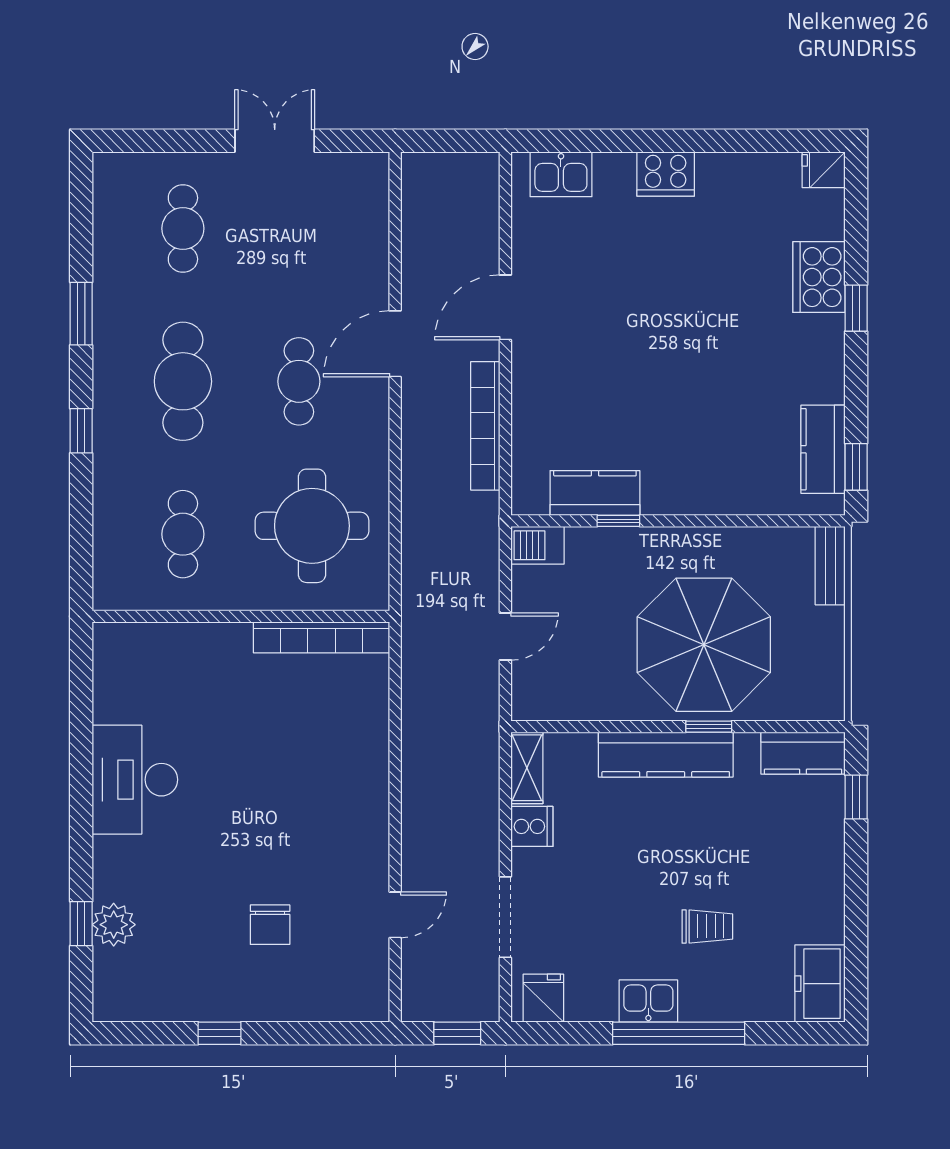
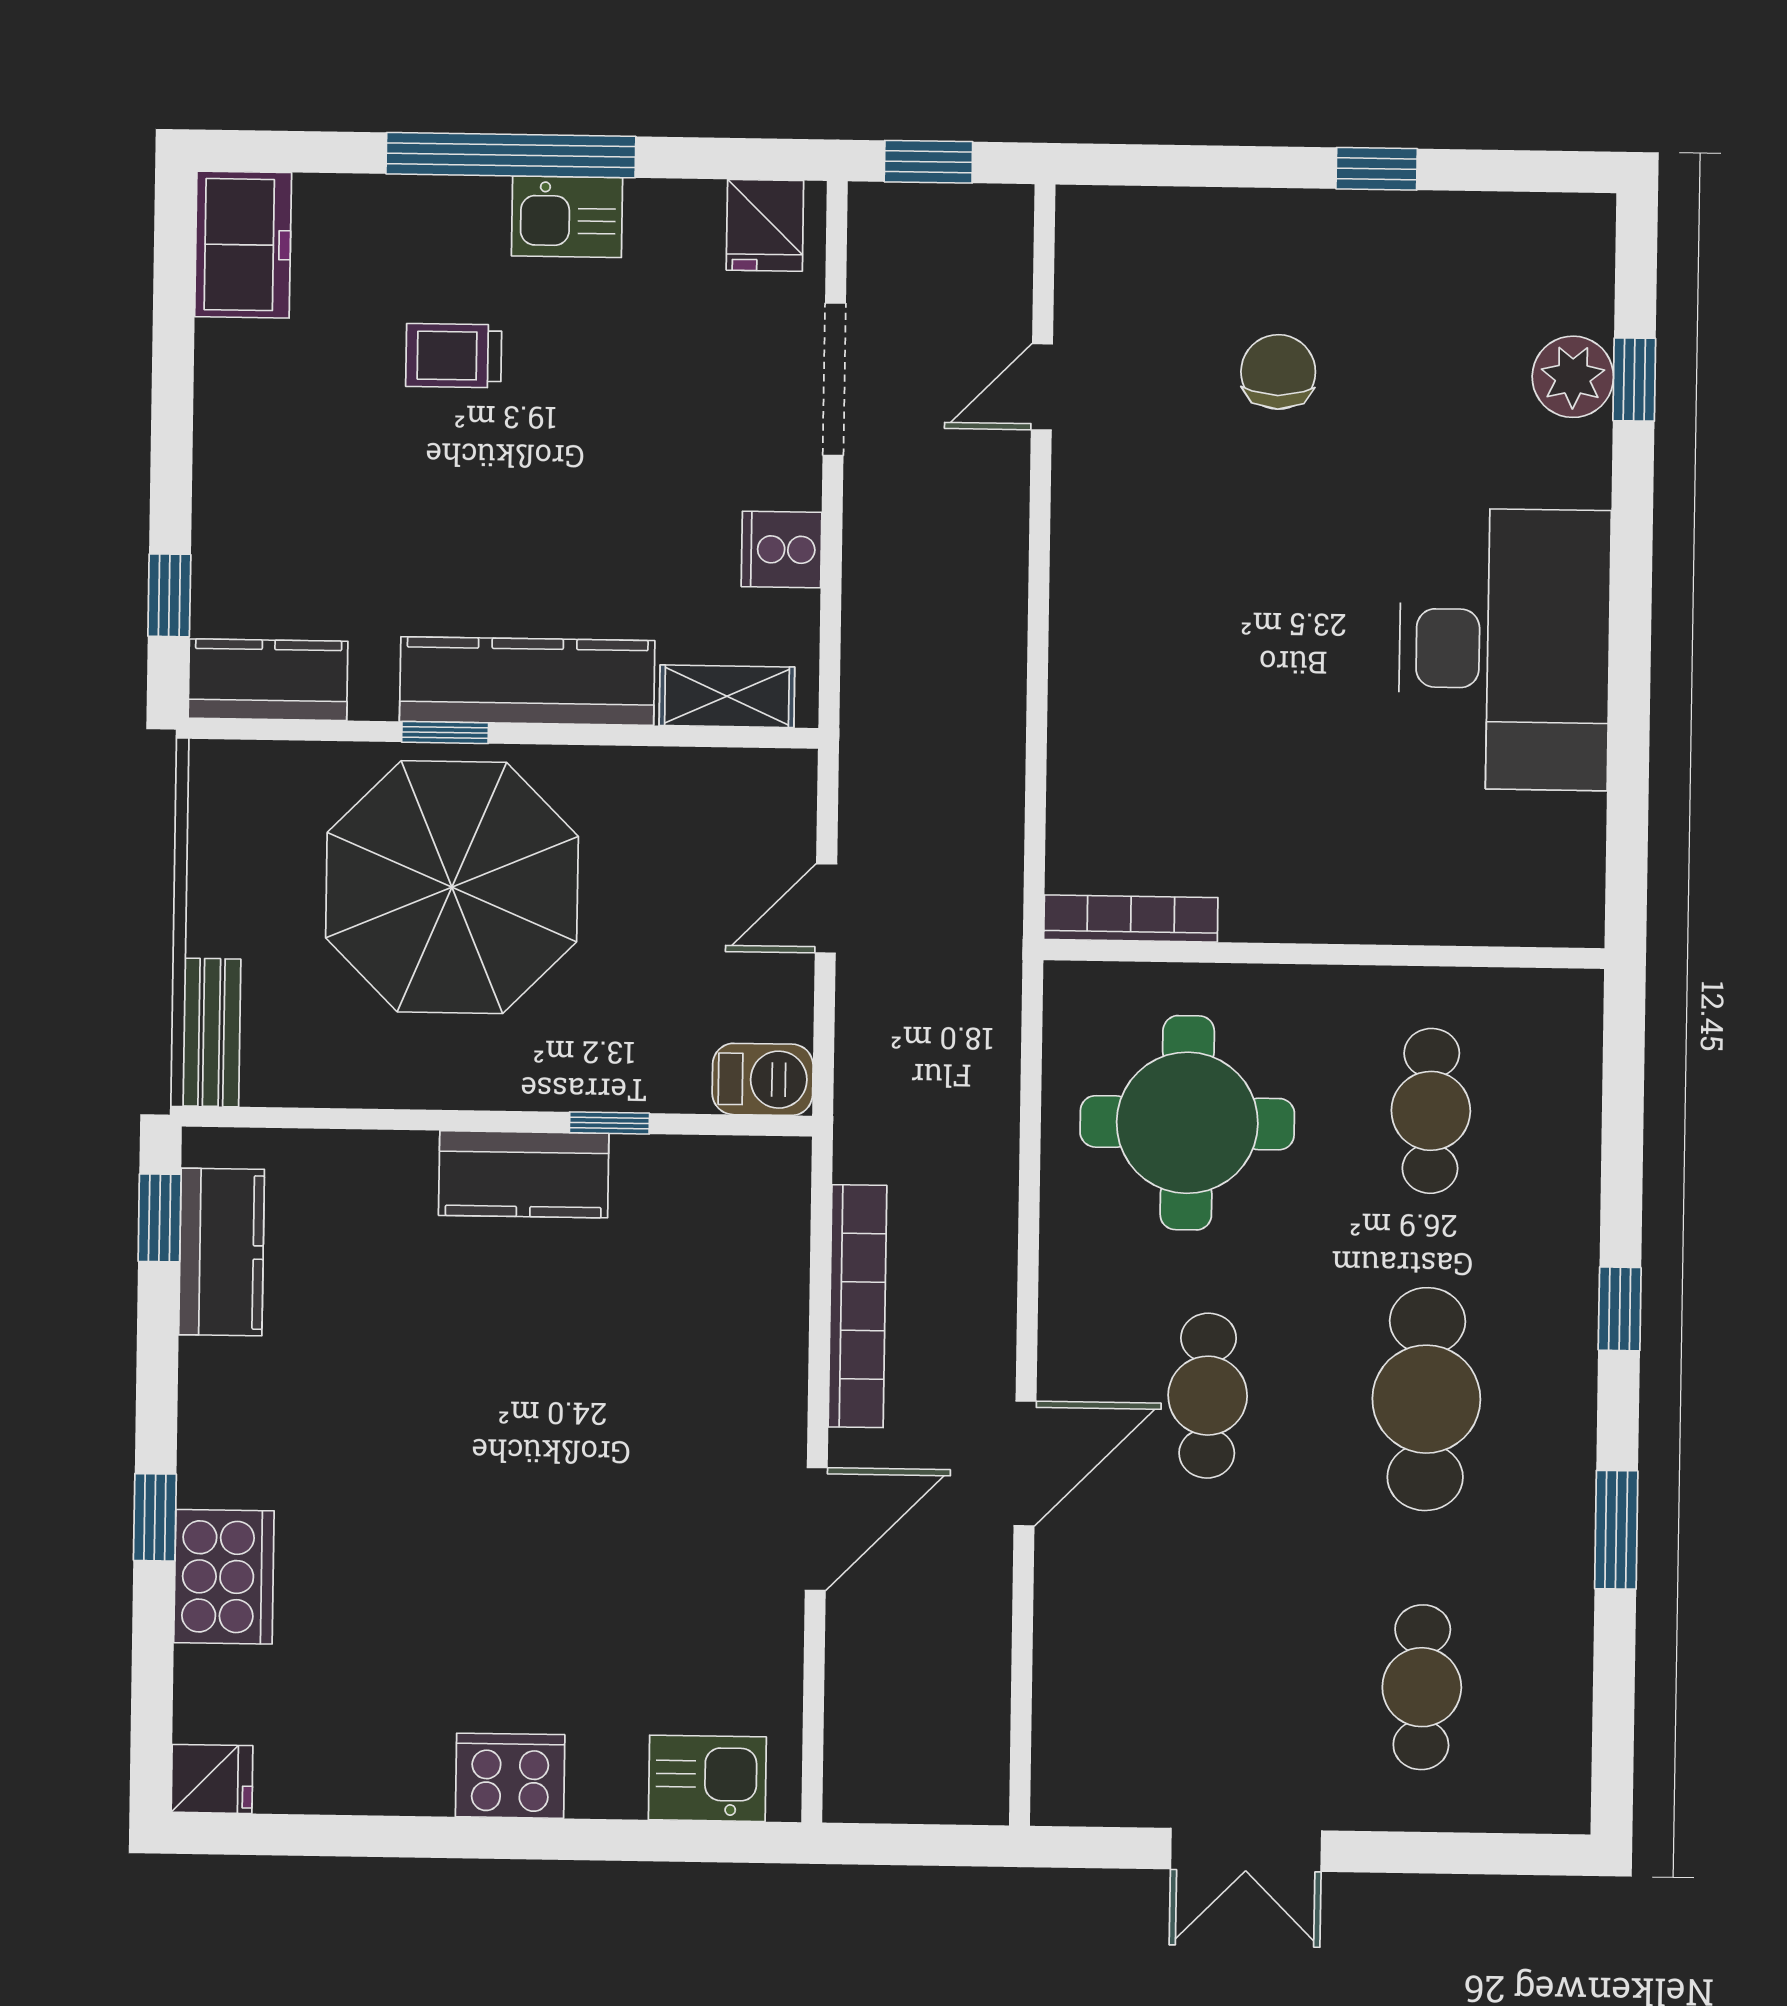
kitchen counter: (595, 493) -> (524, 1174), moved
bookcase: (322, 637) -> (1131, 918), width x0.68, depth x0.76
shelving: (527, 768) -> (727, 696), moved, turned 90
desk: (135, 780) -> (1504, 649), width x1.36, depth x1.30

